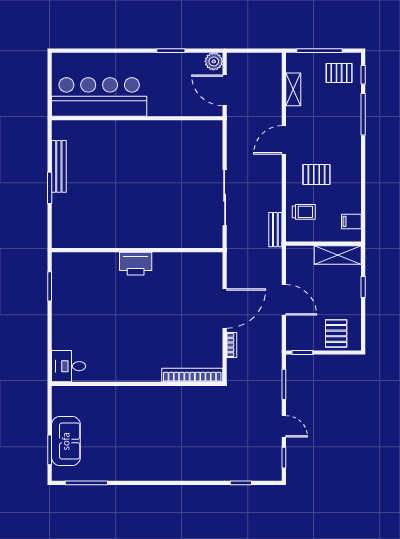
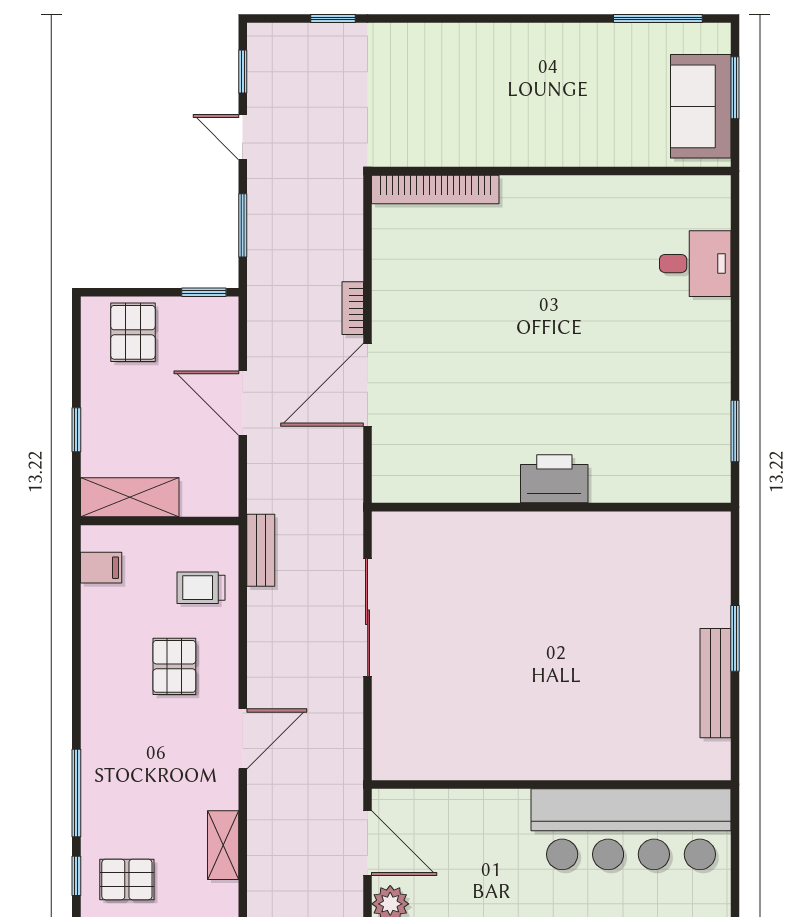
pallet: (316, 174) -> (174, 666), turned 90
bookcase: (192, 375) -> (435, 190), moved
wall: (137, 384) -> (551, 171), moved

